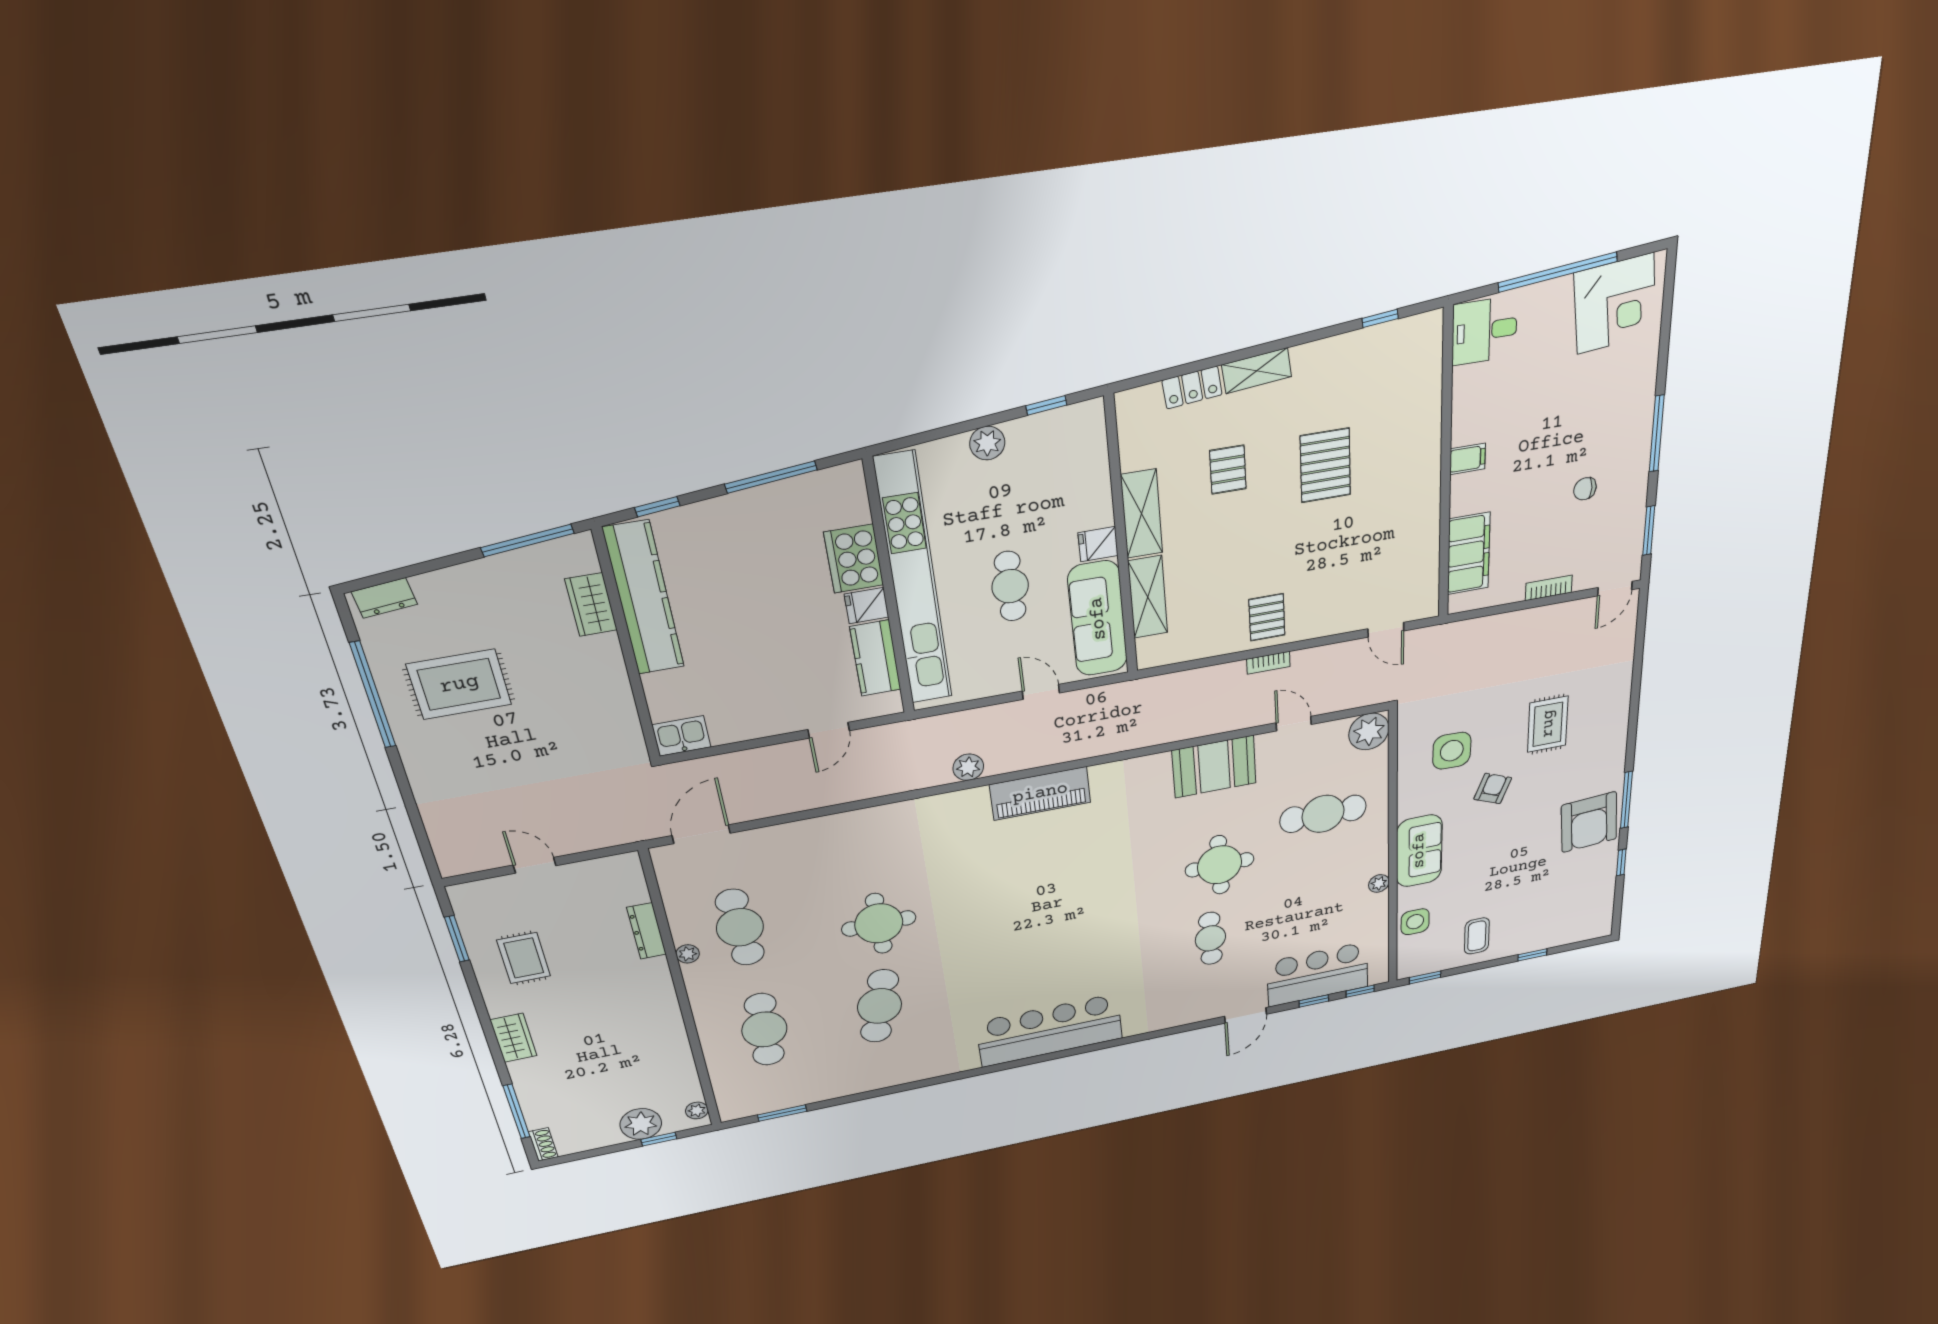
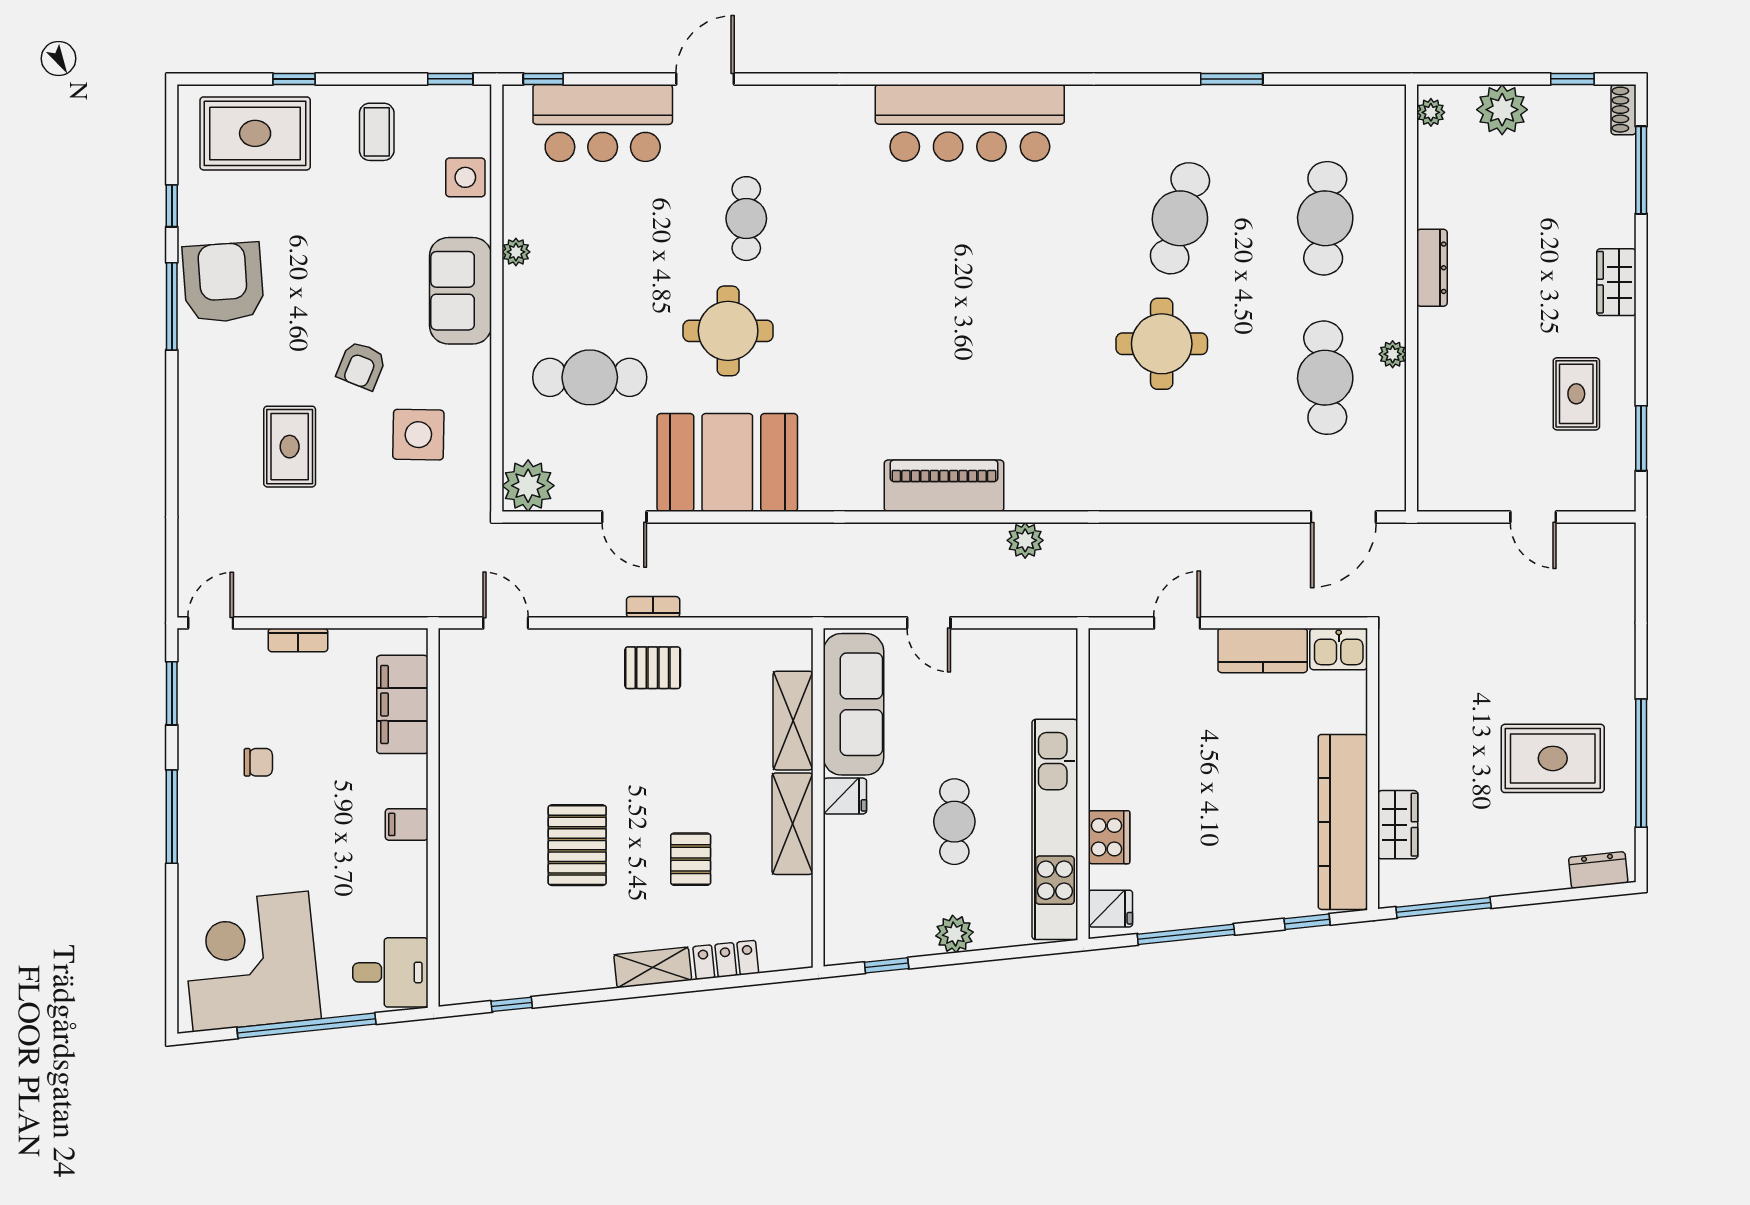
corner desk: (1615, 304) -> (251, 961), width x1.36, depth x1.36
cooker: (854, 559) -> (1109, 837), width x0.73, depth x0.76
kitchen unit: (914, 581) -> (1055, 829), width x0.73
cafe table: (1010, 586) -> (954, 822), moved
fridge: (867, 606) -> (1110, 909), moved
pallet: (1267, 617) -> (653, 668), turned 90
kitchen counter: (875, 658) -> (1263, 650), moved, turned 90
booth: (1214, 767) -> (727, 463), width x1.36, depth x1.42
rug: (1561, 918) -> (255, 133), added
dresser: (647, 931) -> (1432, 268), moved
window: (1314, 1001) -> (609, 79), removed
window: (782, 1113) -> (1232, 79), moved
window: (659, 1139) -> (1572, 79), moved

